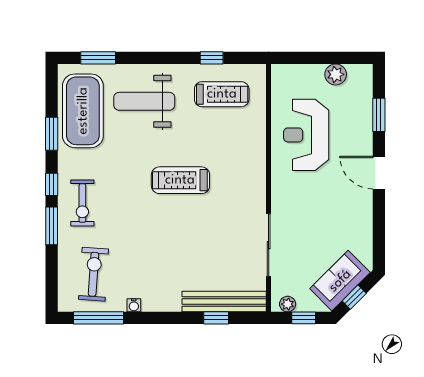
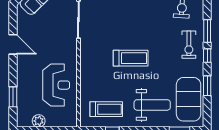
treadmill: (222, 94) -> (106, 109), turned 180
door: (379, 173) -> (13, 44), moved
exercise bike: (82, 203) -> (189, 45), turned 180

